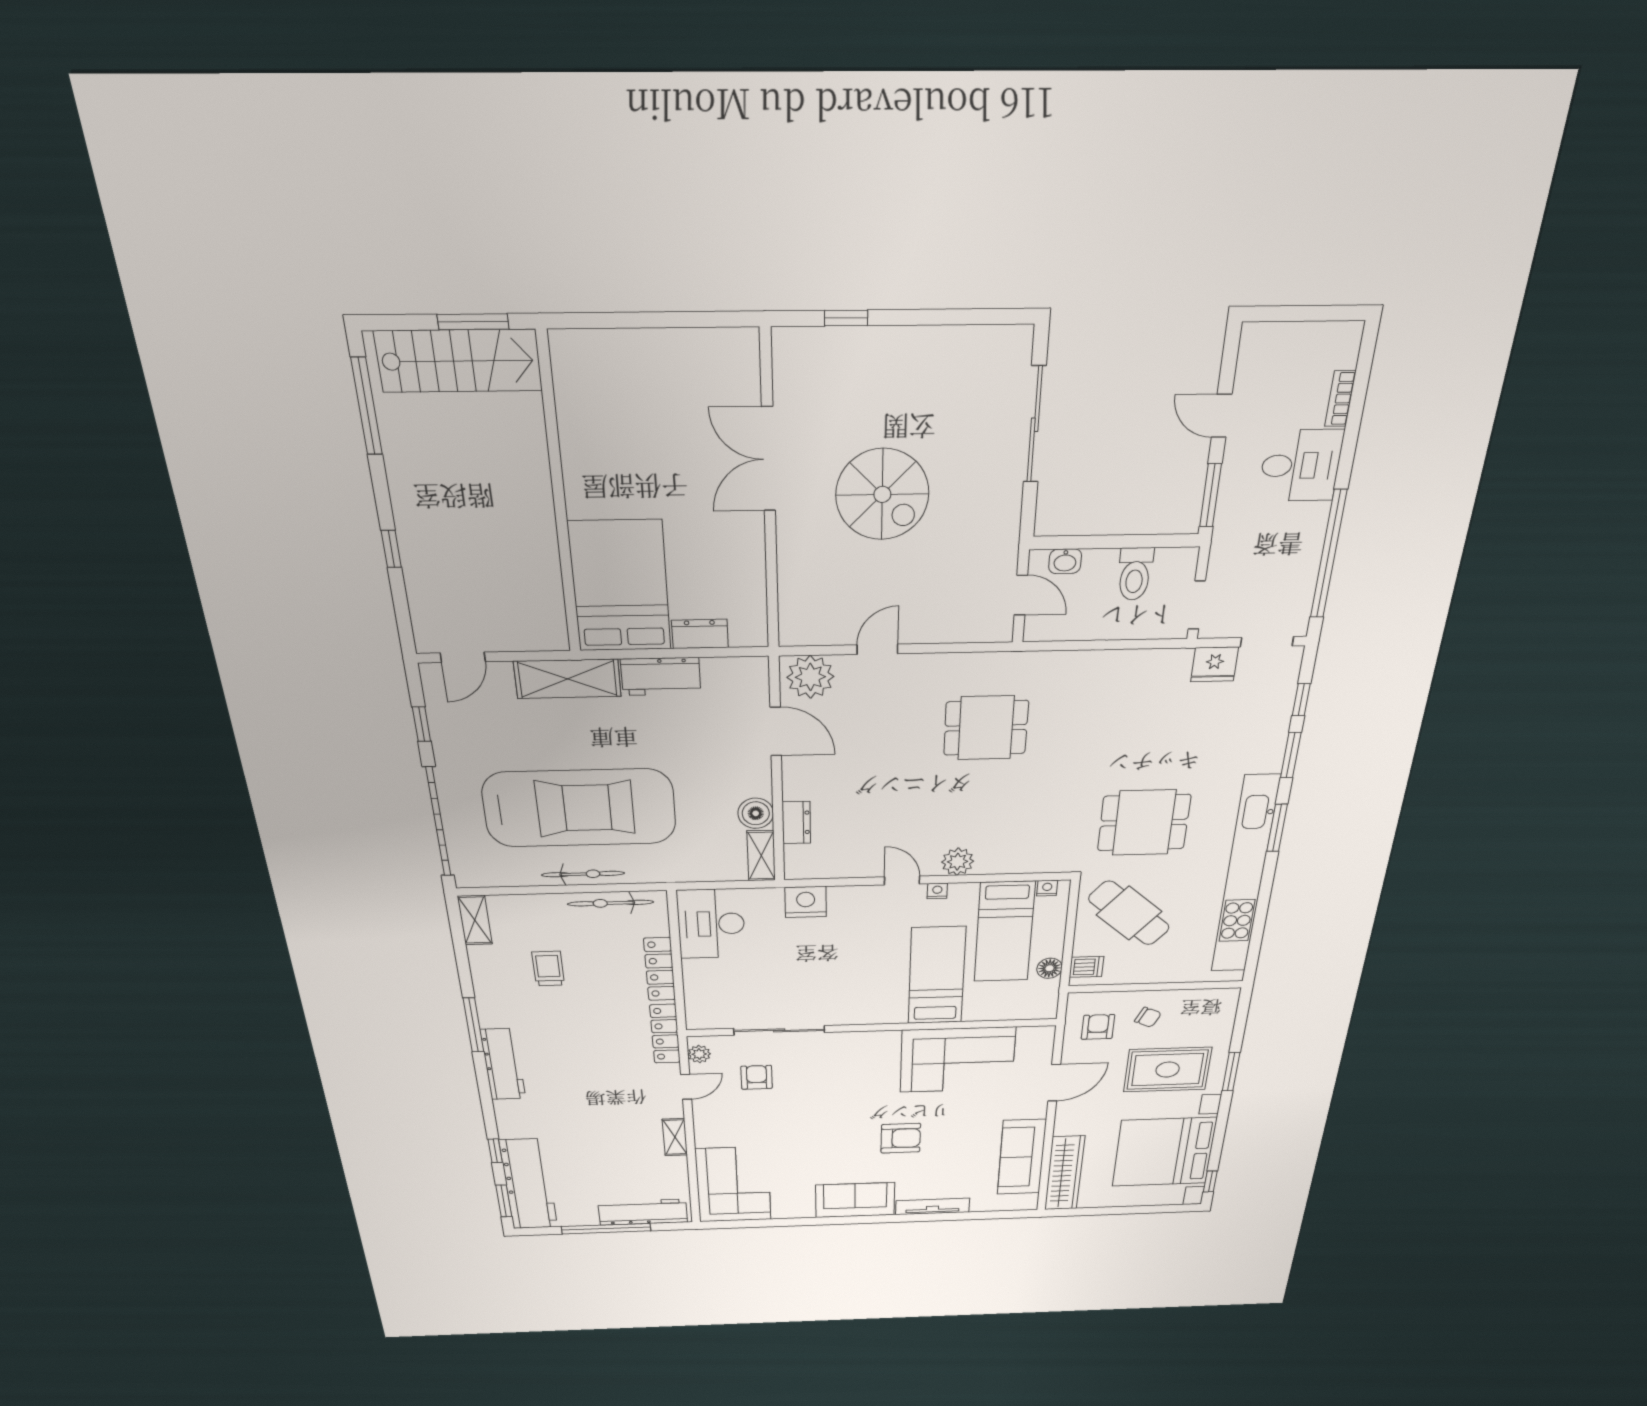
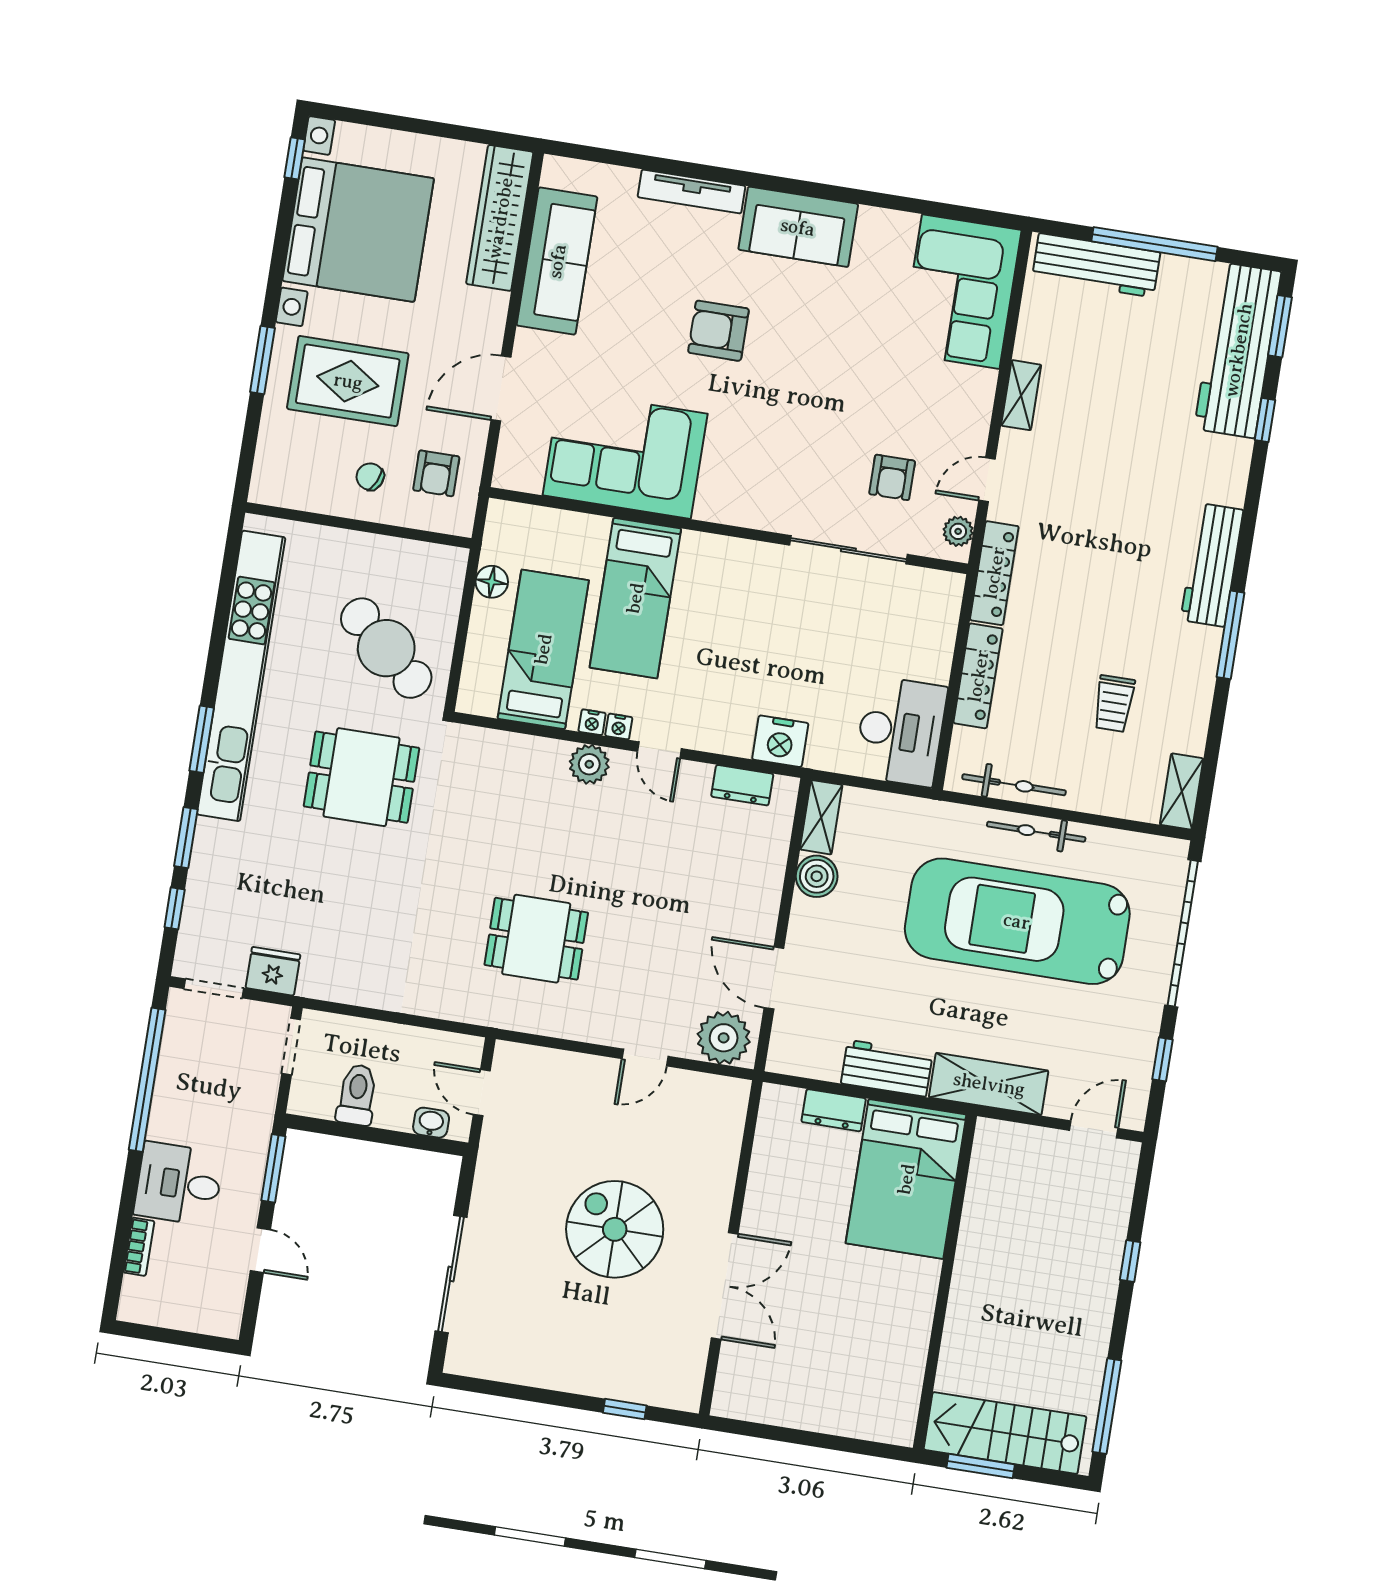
dresser: (796, 823) -> (742, 785), moved, turned -90
nightstand: (1047, 888) -> (592, 722), moved
dishwasher: (1087, 967) -> (445, 575), removed

